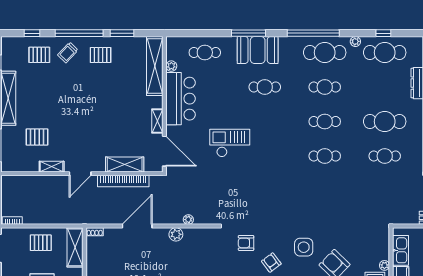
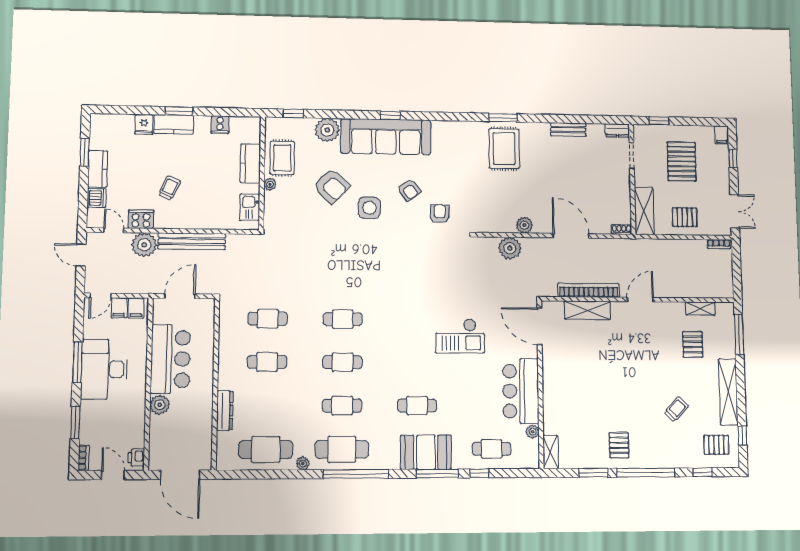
window: (383, 33) -> (479, 473), moved
trolley: (68, 52) -> (676, 409), moved
pallet: (39, 55) -> (716, 445), moved
pallet: (101, 55) -> (619, 445), turned 90
shelving: (155, 66) -> (551, 452), width x0.45, depth x0.75
shelving: (157, 121) -> (549, 363), removed
cafe table: (385, 121) -> (267, 362), width x0.73, depth x0.74
pallet: (37, 137) -> (693, 344), turned 90
shelving: (52, 167) -> (700, 309), moved
plant: (188, 220) -> (510, 248), width x1.87, depth x1.87
door: (137, 226) -> (571, 236), swing flipped
armchair: (246, 243) -> (440, 214), turned -90
kitchen sink: (400, 250) -> (250, 207), width x0.73

